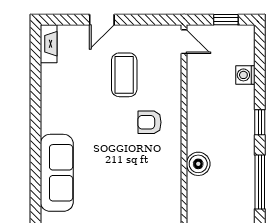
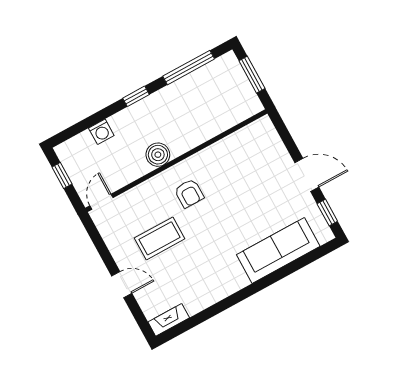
boiler: (198, 164) -> (158, 155), moved

